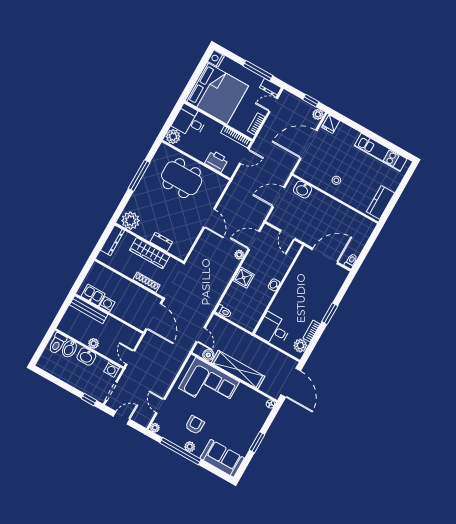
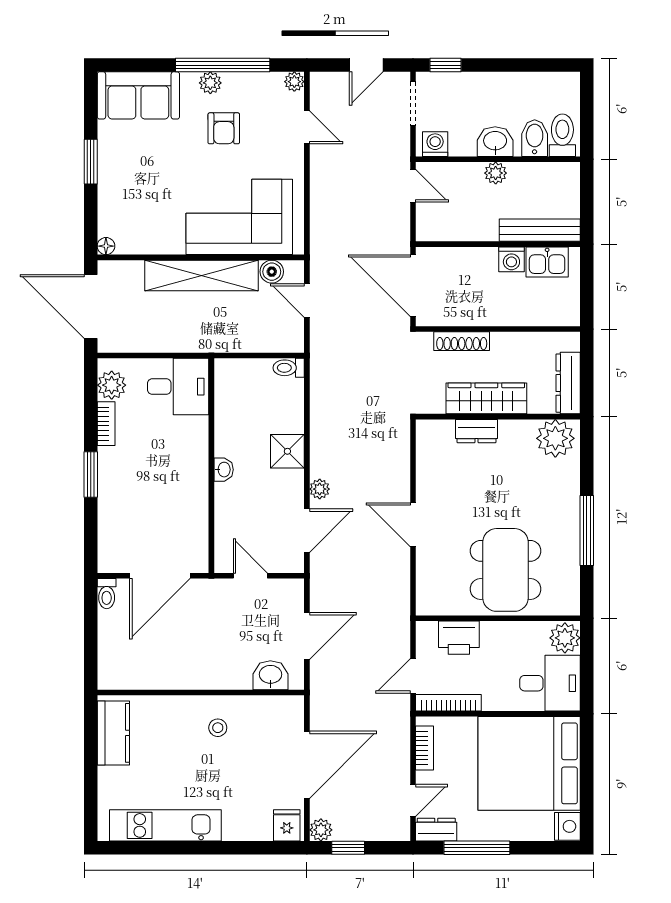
dining table: (182, 178) -> (505, 570), turned 90

